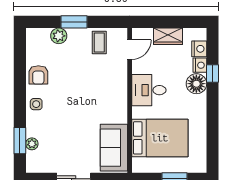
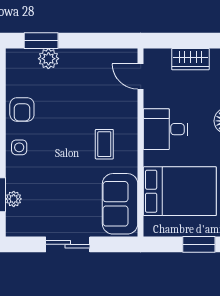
window: (74, 22) -> (41, 41), moved
coffee table: (99, 42) -> (104, 144), moved
door: (130, 50) -> (141, 76), swing flipped

